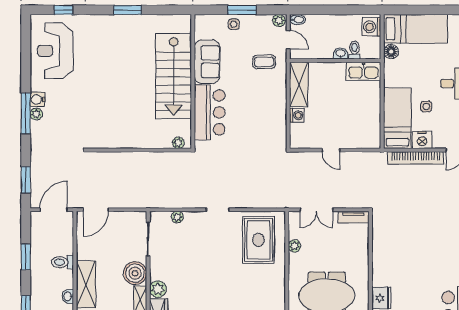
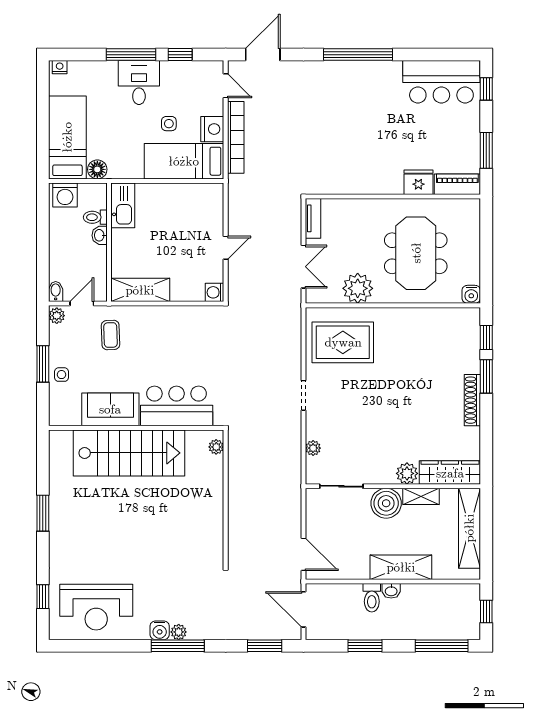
washing machine: (297, 115) -> (215, 292), moved, turned -90
plant: (294, 246) -> (358, 288), width x1.88, depth x1.88
washbasin: (68, 296) -> (391, 591), moved

